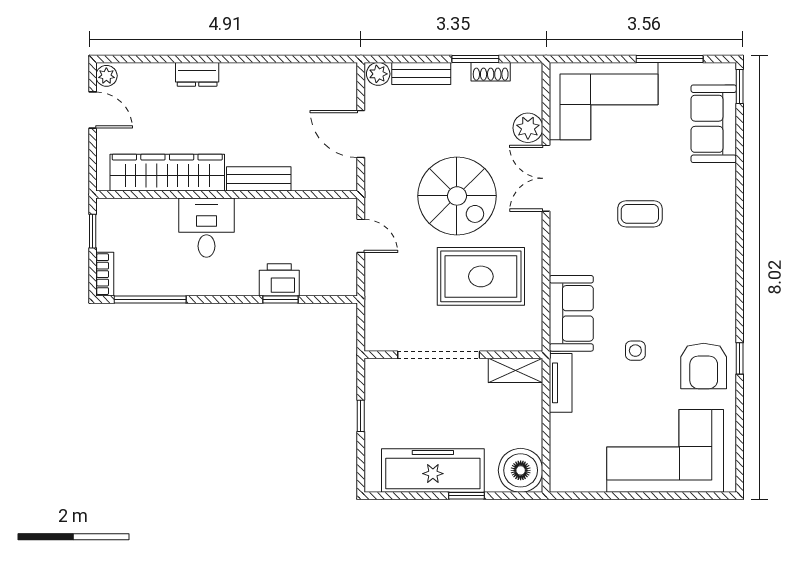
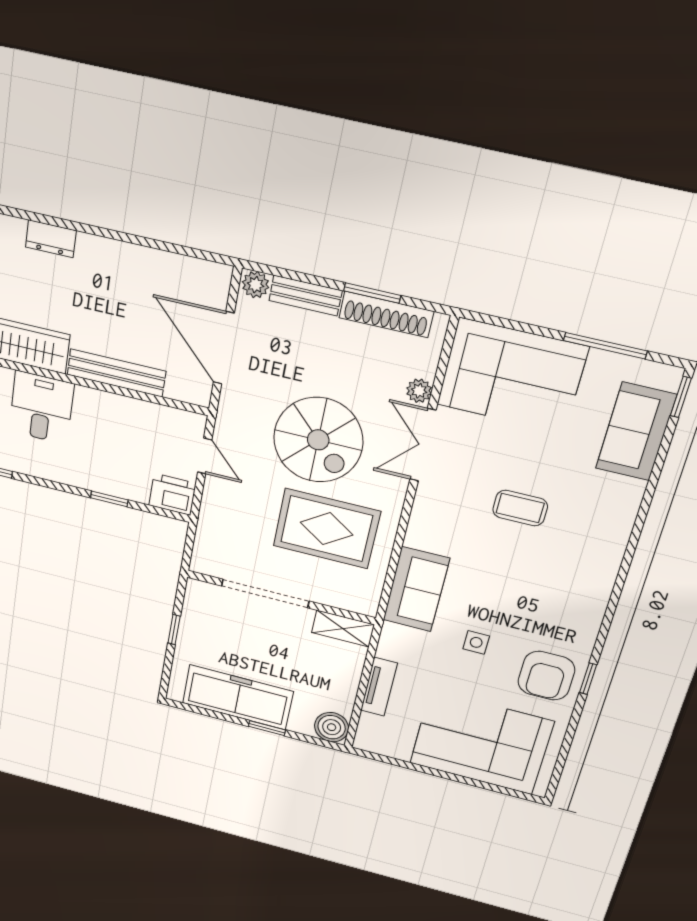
shoe rack: (491, 72) -> (386, 314), width x1.94, depth x1.24
plant: (528, 128) -> (419, 391), width x0.73, depth x0.73
door: (361, 134) -> (224, 348), width x1.36
bench: (259, 179) -> (116, 373), width x1.36
printer: (279, 280) -> (172, 494), moved
tv unit: (561, 383) -> (379, 687), moved
boiler: (521, 470) -> (332, 727), width x0.73, depth x0.73

